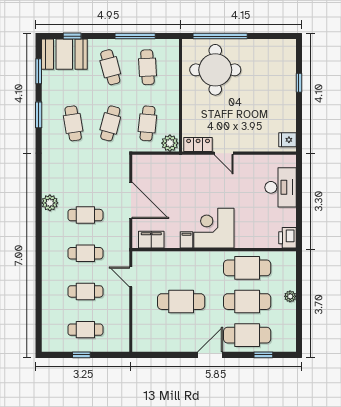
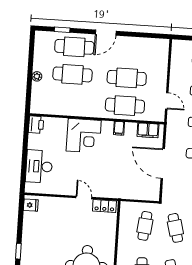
cafe table: (110, 123) -> (175, 228), turned -30
plant: (170, 143) -> (128, 209), removed
corner desk: (214, 228) -> (84, 136), moved
cafe table: (247, 268) -> (125, 106), moved

